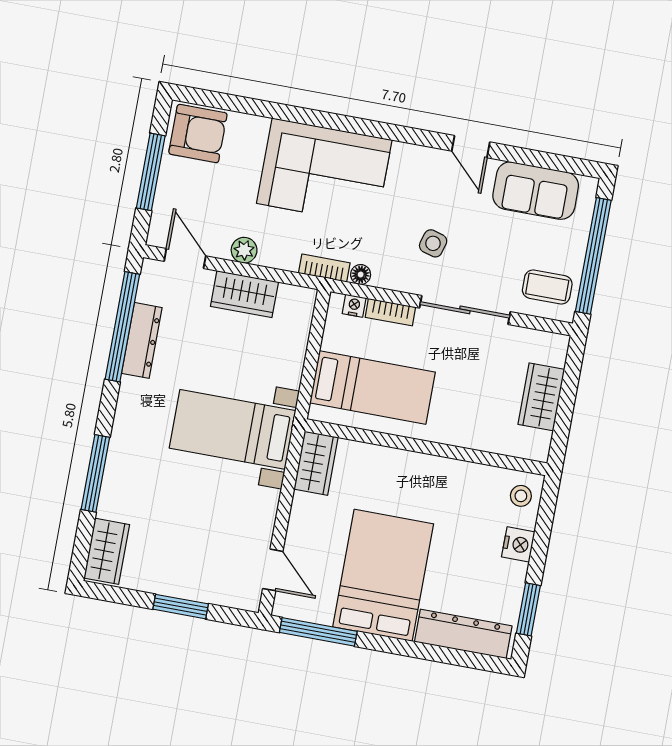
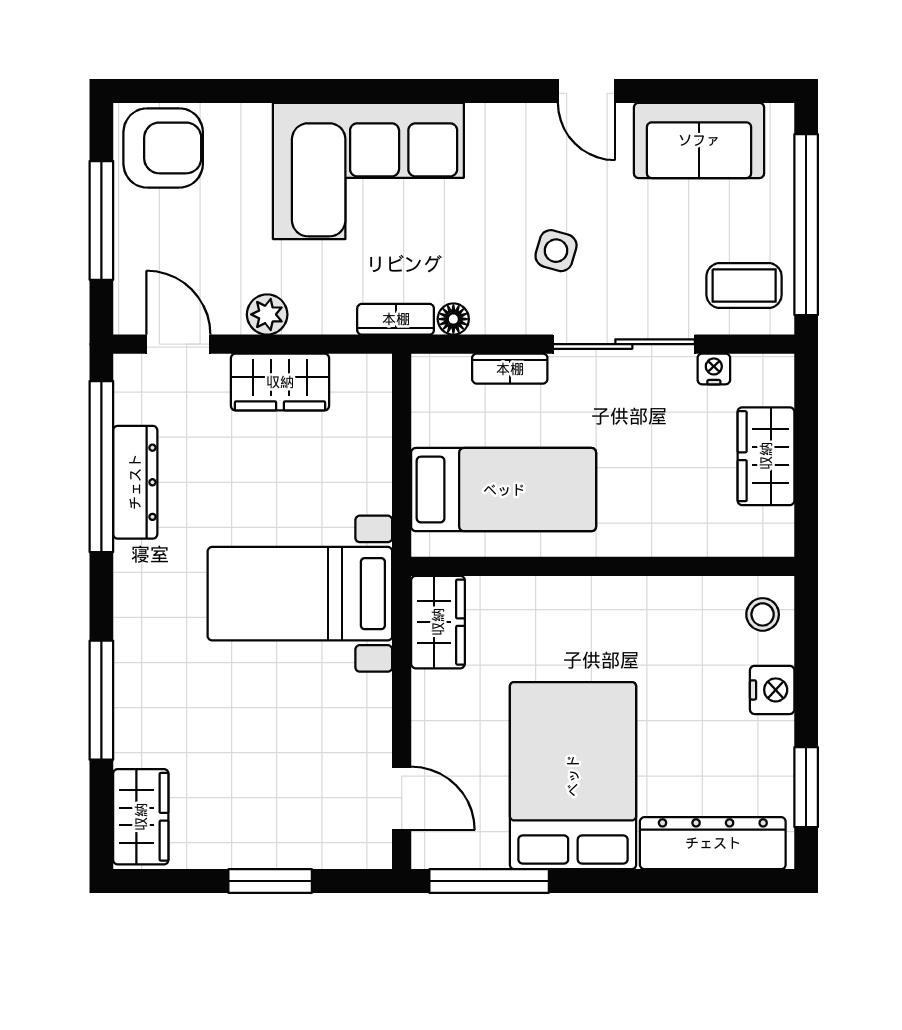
nightstand: (354, 306) -> (714, 369), moved

